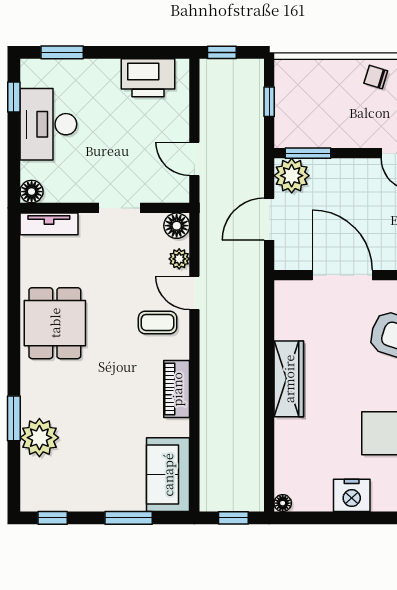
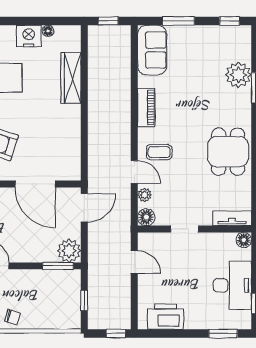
door: (269, 219) -> (84, 208), moved
wardrobe: (289, 379) -> (71, 78), moved
floor lamp: (283, 503) -> (48, 31), moved

